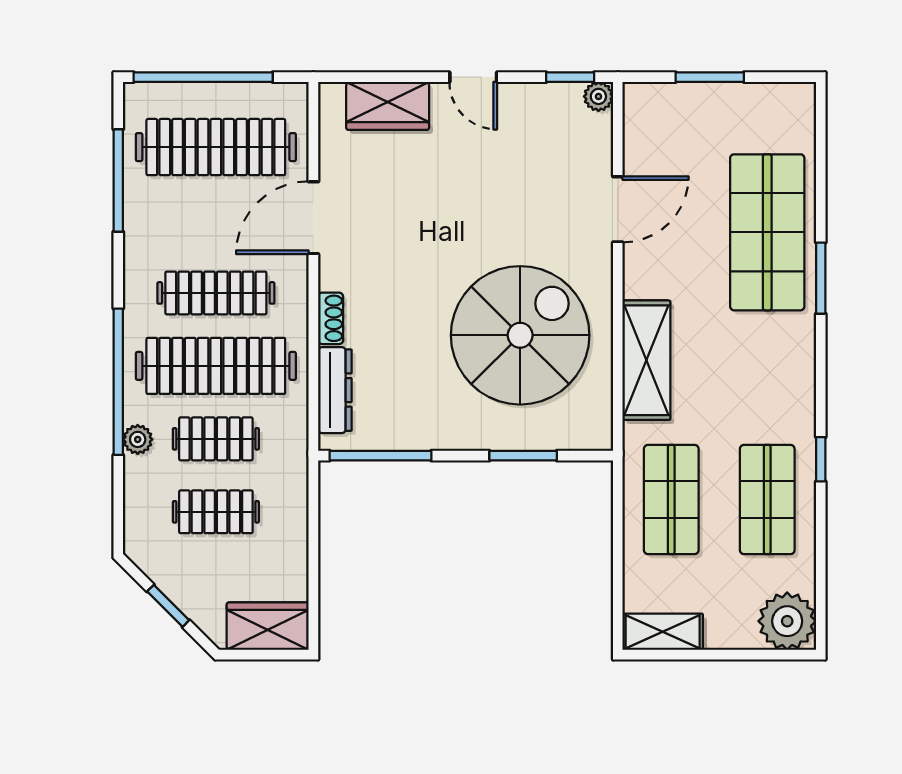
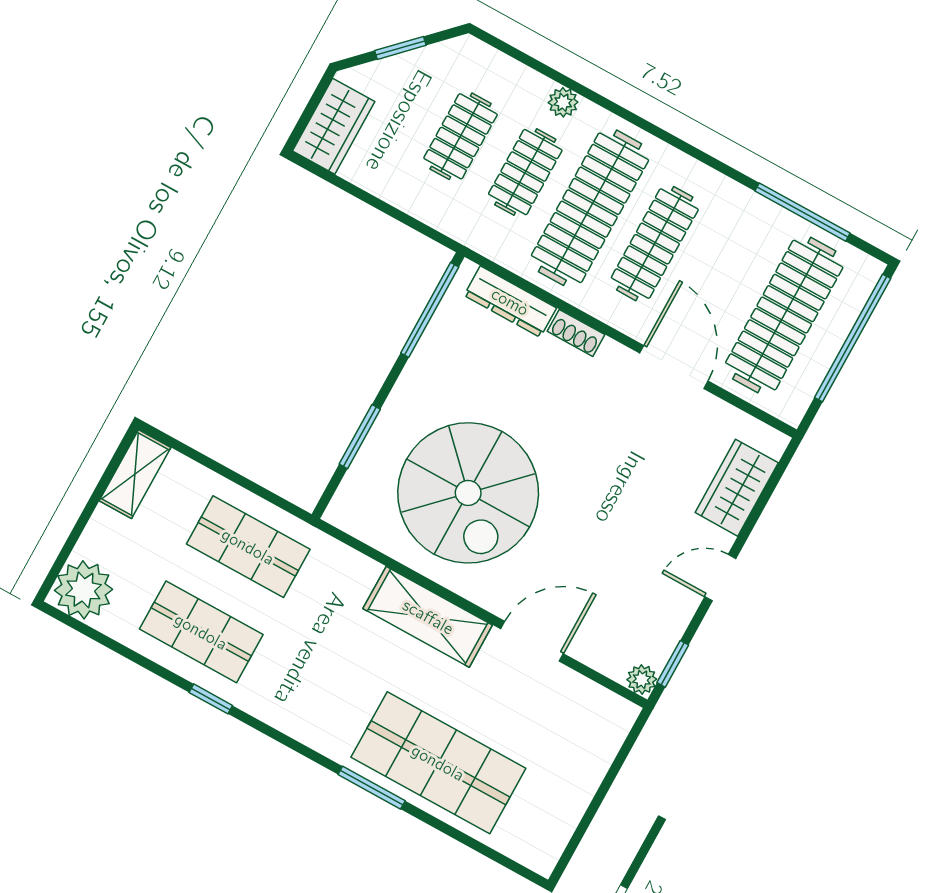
window: (710, 77) -> (604, 788), removed
door: (618, 209) -> (532, 641), swing flipped
shelving: (646, 360) -> (428, 617), moved
window: (118, 382) -> (624, 113), removed

